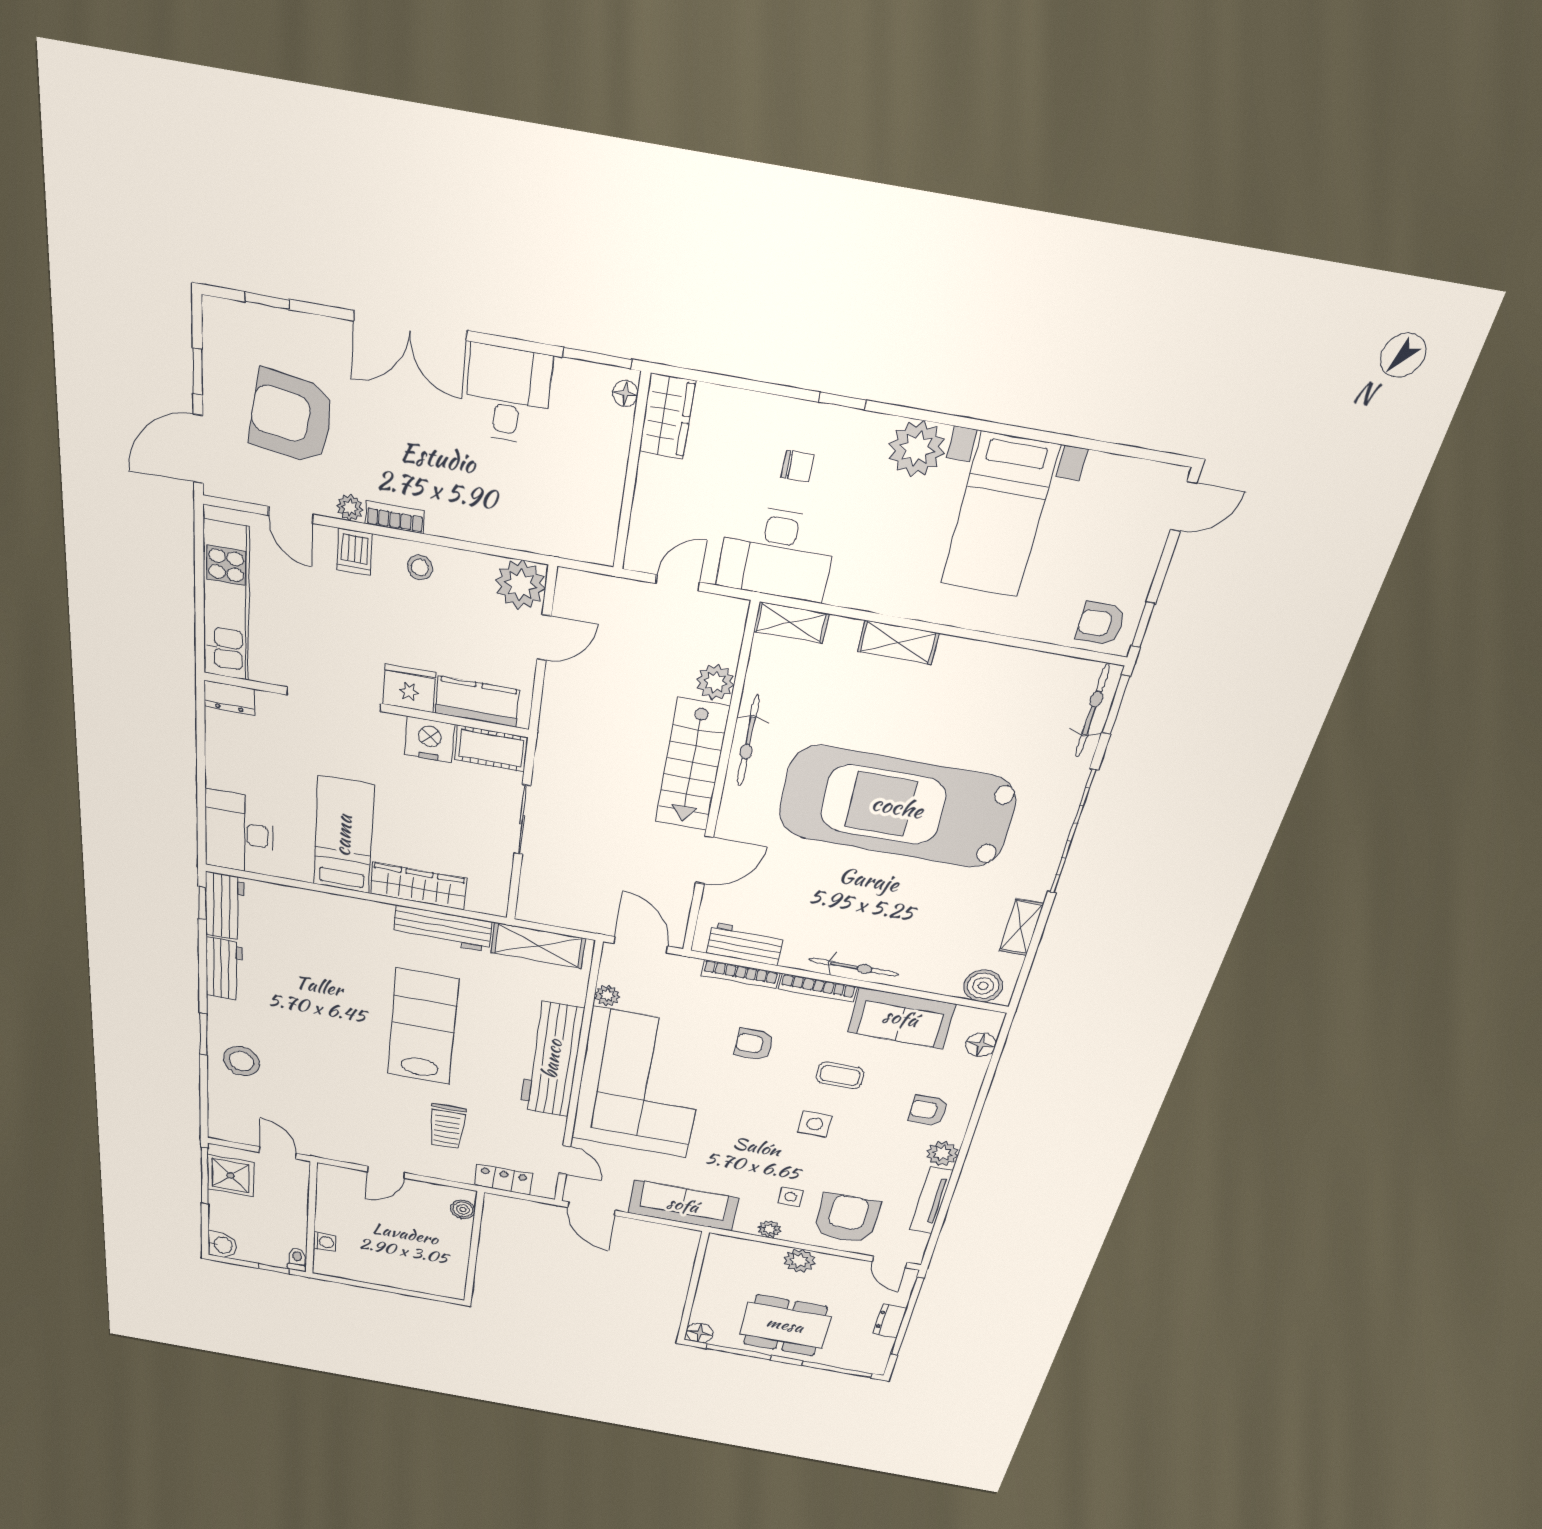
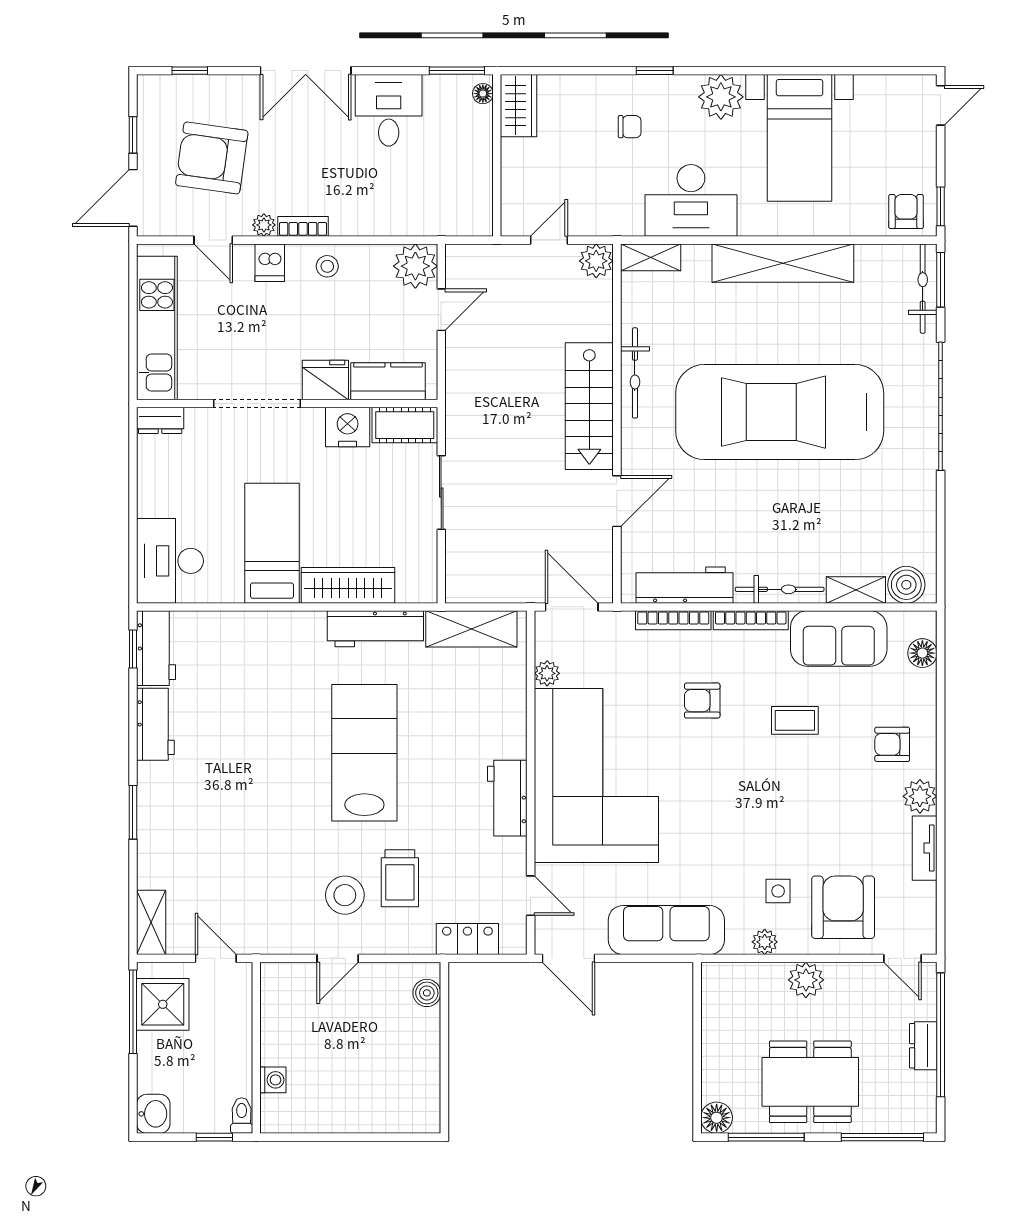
desk: (777, 554) -> (691, 200), moved
armchair: (1101, 624) -> (906, 212), turned 90
shelving: (898, 642) -> (783, 263), width x2.20, depth x1.33
plant: (715, 682) -> (596, 261), moved
shelving: (1021, 927) -> (856, 590), moved, turned 90
workbench: (745, 944) -> (685, 585), width x1.38
workbench: (552, 1059) -> (507, 798), width x0.53, depth x0.76
stool: (242, 1061) -> (345, 895), moved
shelving: (220, 1117) -> (151, 922), added
side table: (815, 1124) -> (783, 788), removed
tv unit: (931, 1200) -> (925, 848), width x0.71

